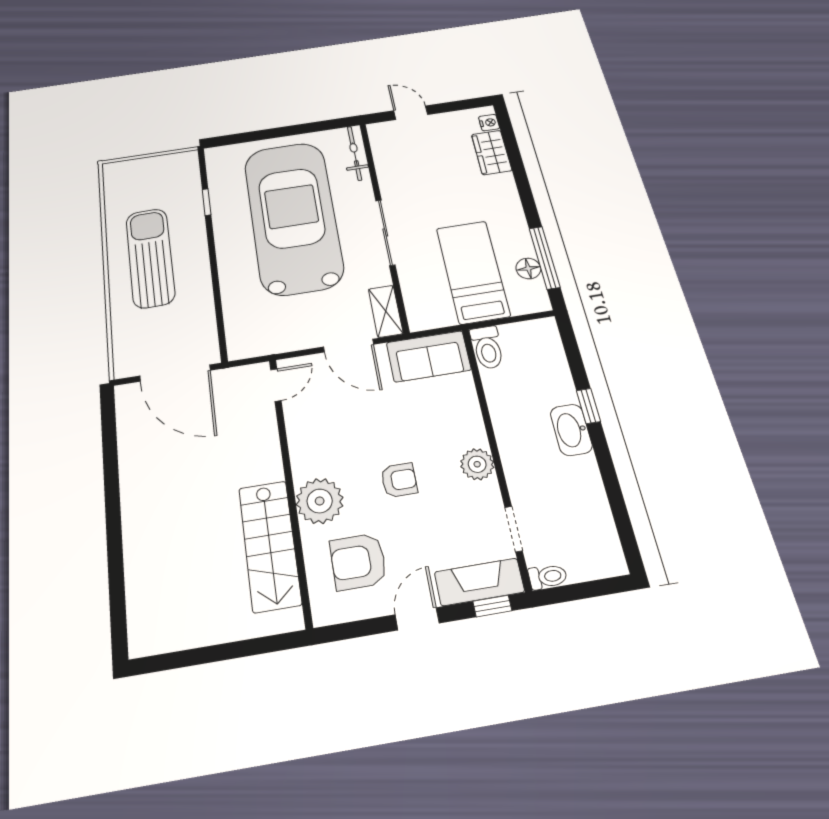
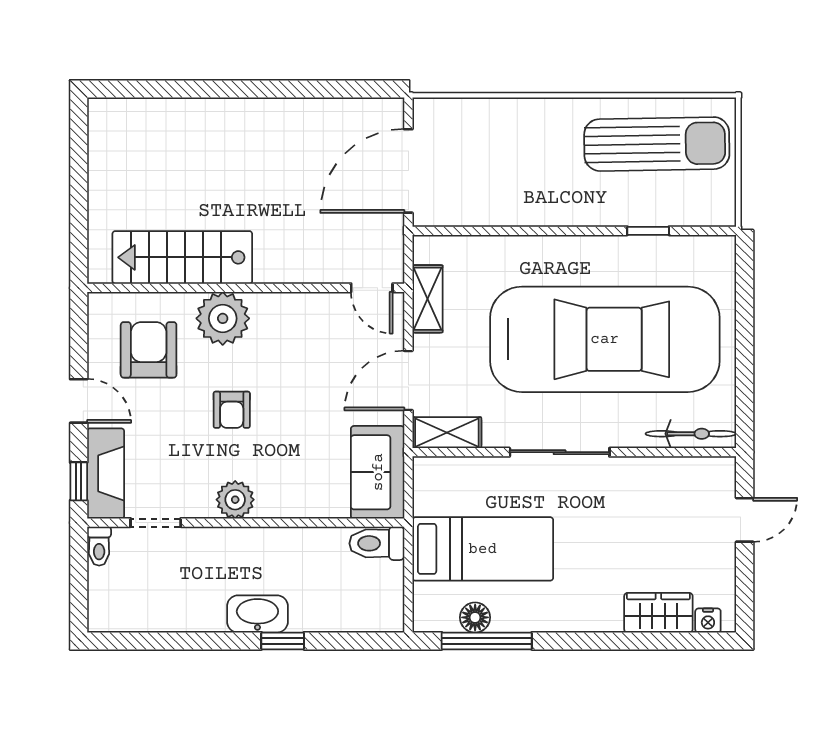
sun lounger: (150, 258) -> (657, 144), moved
shelving: (279, 342) -> (428, 299), added

